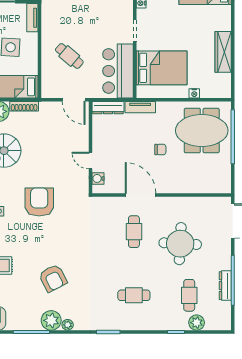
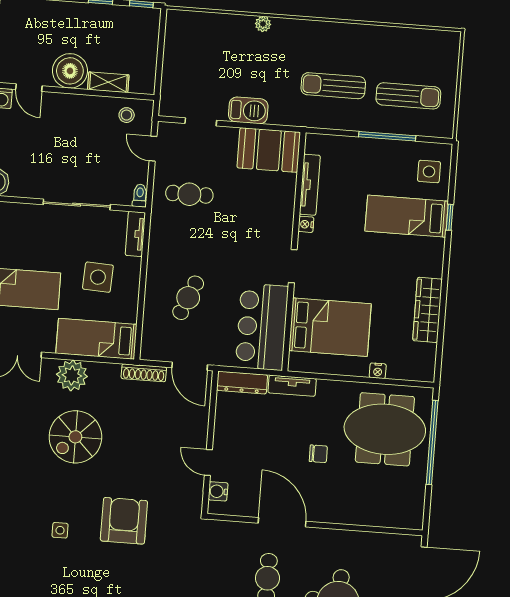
cafe table: (69, 56) -> (188, 298), turned 73
shoe rack: (24, 106) -> (144, 373), moved

